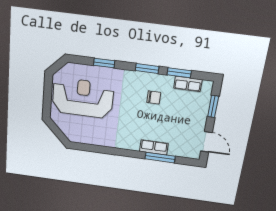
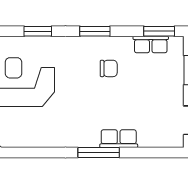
window: (179, 73) -> (159, 31), moved
window: (160, 158) -> (99, 153), moved

